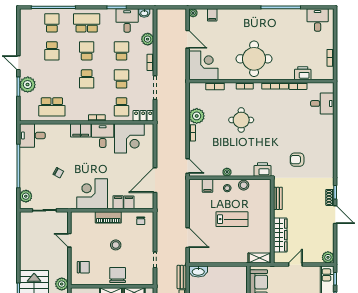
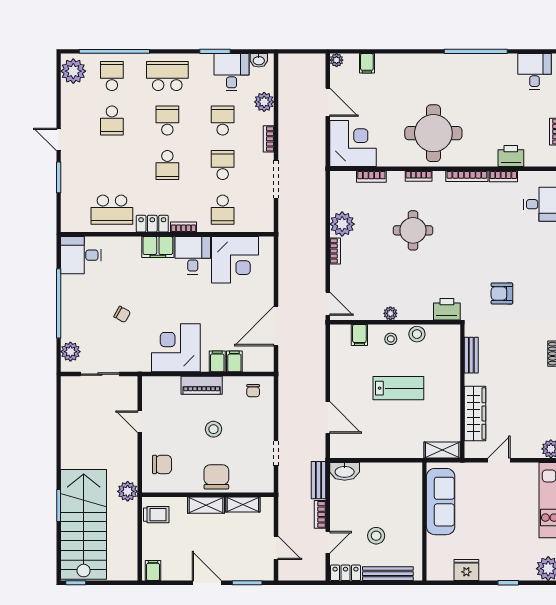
plant: (28, 85) -> (73, 71), moved
locker: (143, 116) -> (152, 224), moved

